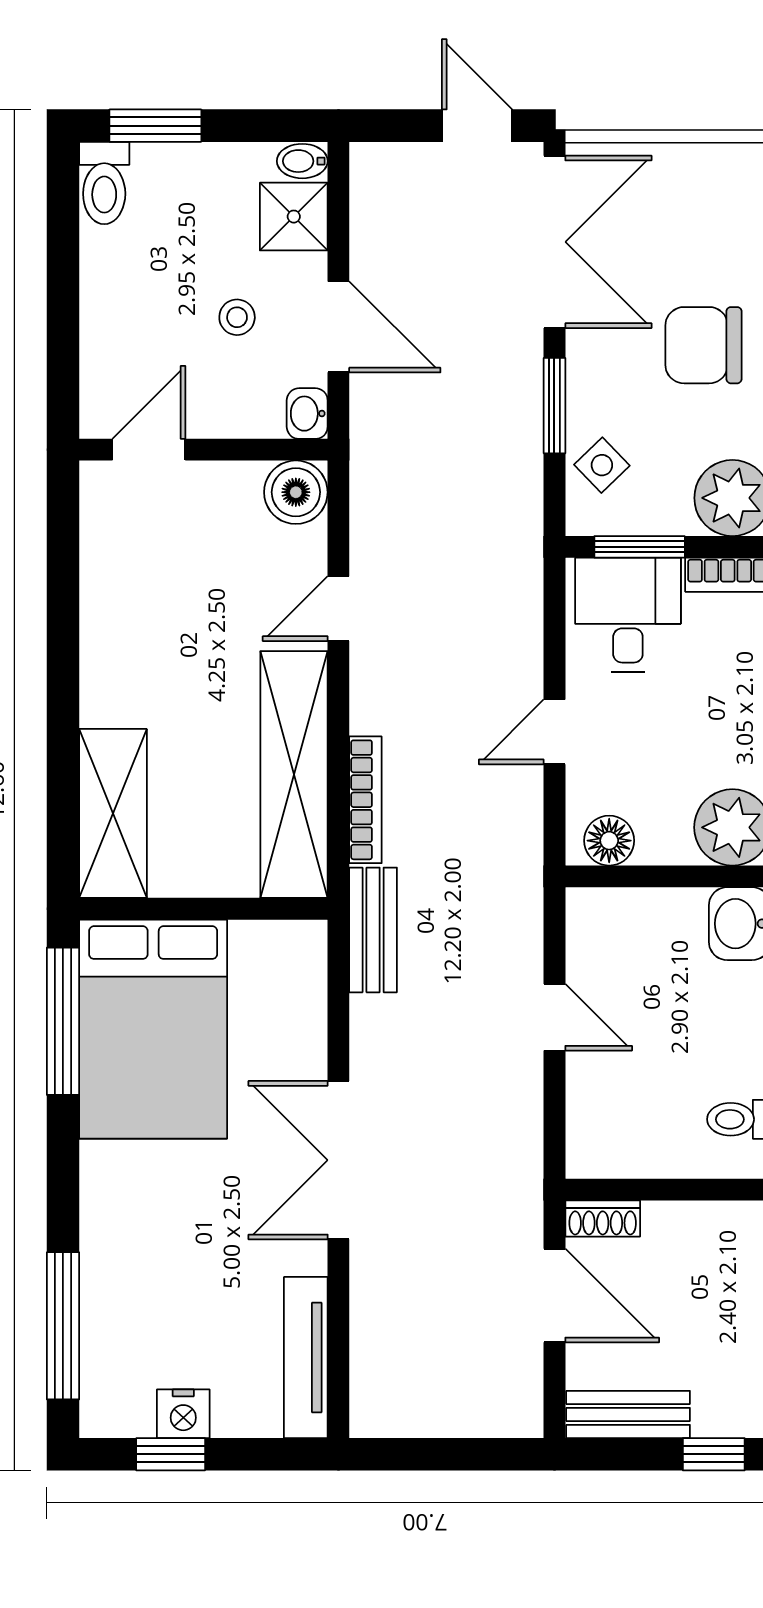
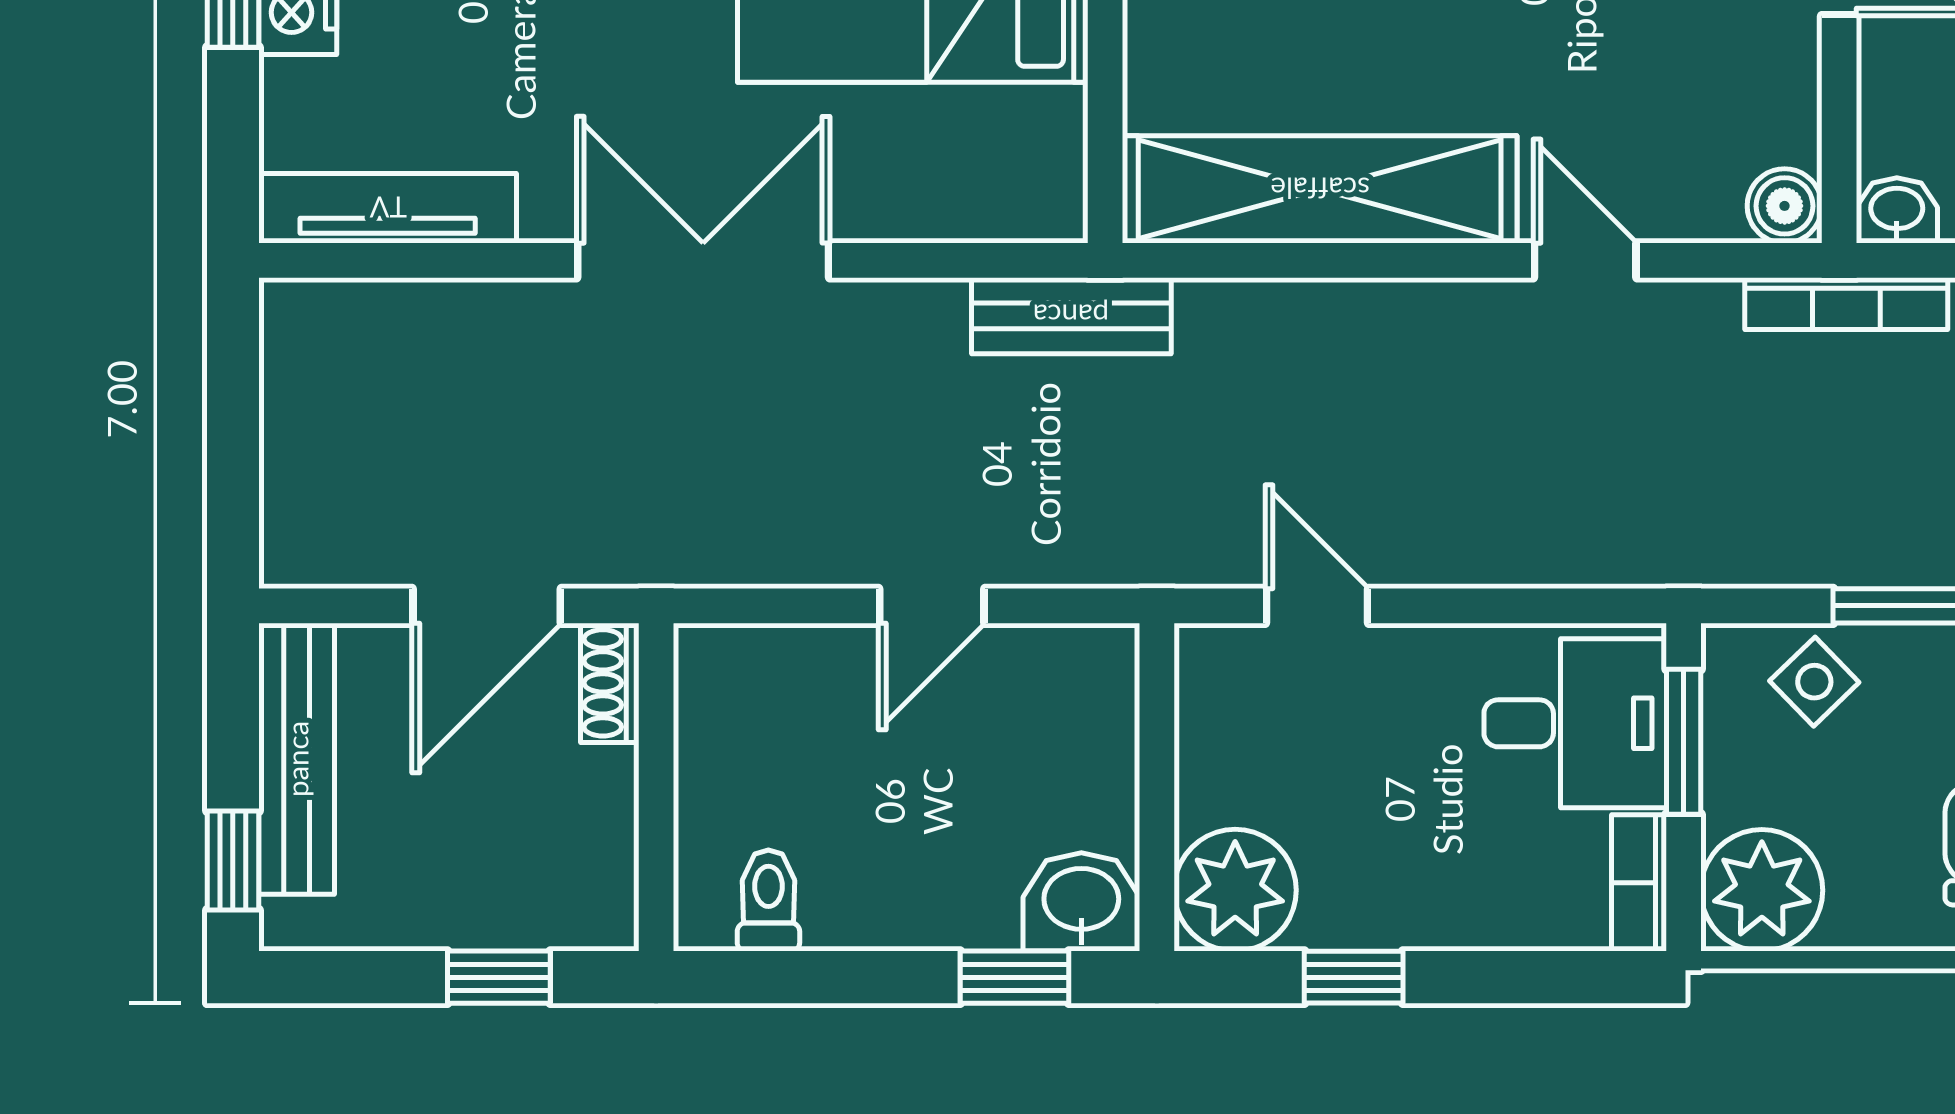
boiler: (296, 492) -> (1785, 206), width x0.73, depth x0.73
door: (554, 732) -> (1317, 606), moved
bookcase: (365, 800) -> (1846, 304), moved
floor lamp: (609, 841) -> (1214, 693), removed
bench: (628, 1414) -> (297, 759), width x1.36

